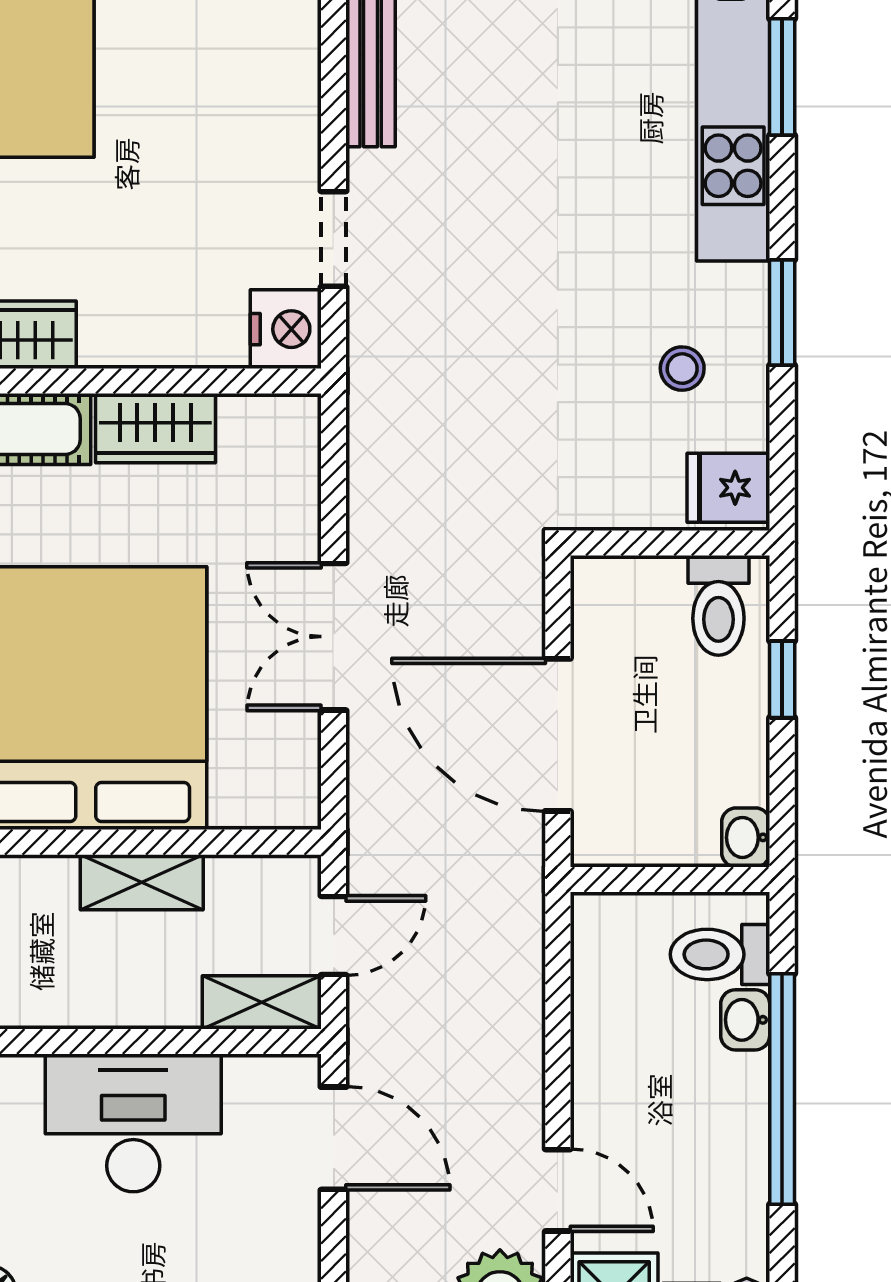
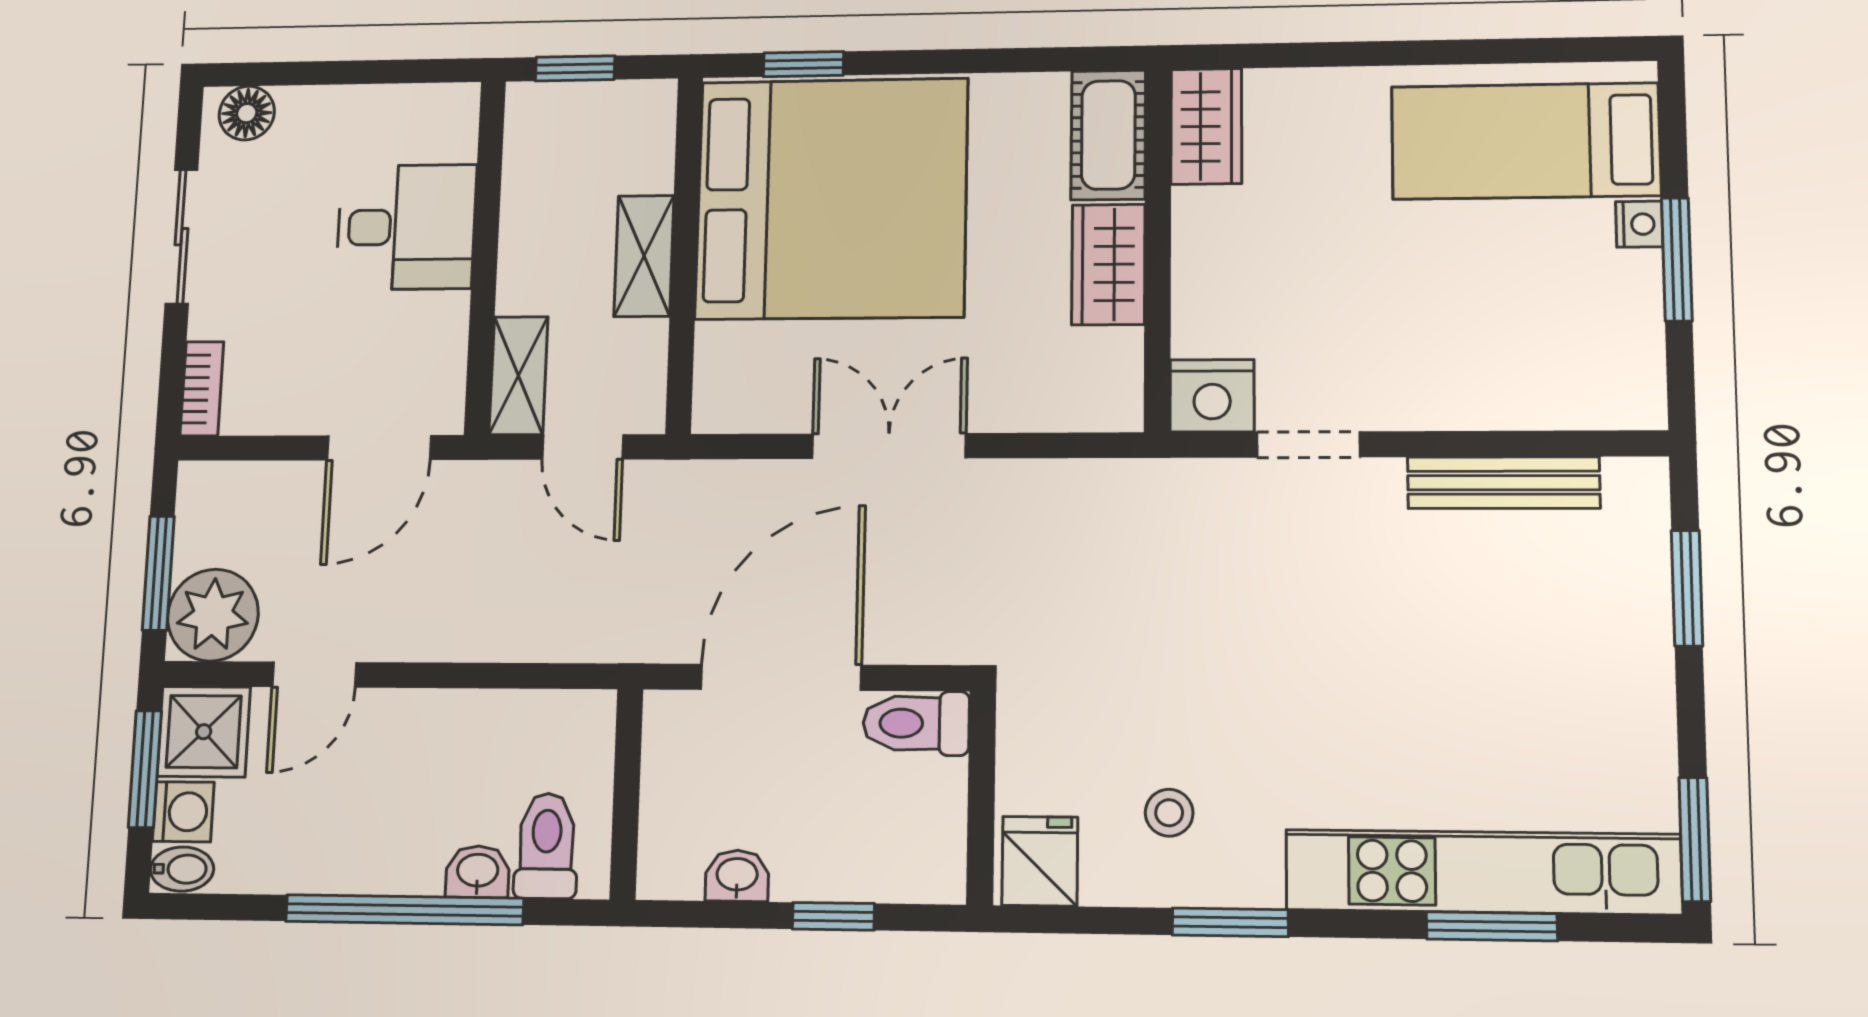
toilet: (718, 605) -> (916, 723), moved
washbasin: (746, 837) -> (737, 876), moved
desk: (133, 1123) -> (406, 227), width x0.73

